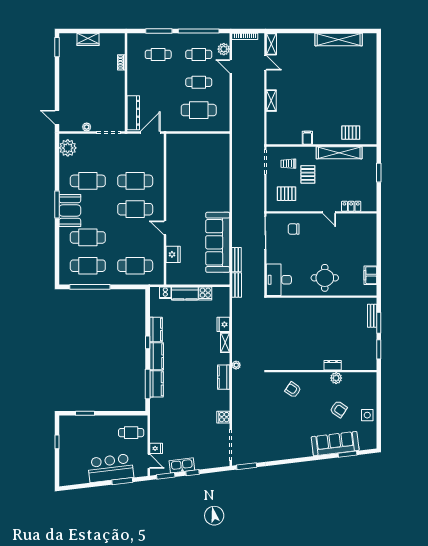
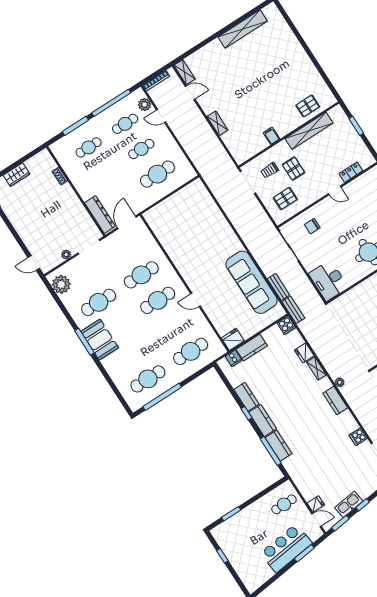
cafe table: (88, 237) -> (131, 353), removed
fridge: (173, 254) -> (233, 339), moved, turned -90
cooker: (205, 294) -> (286, 325), moved

